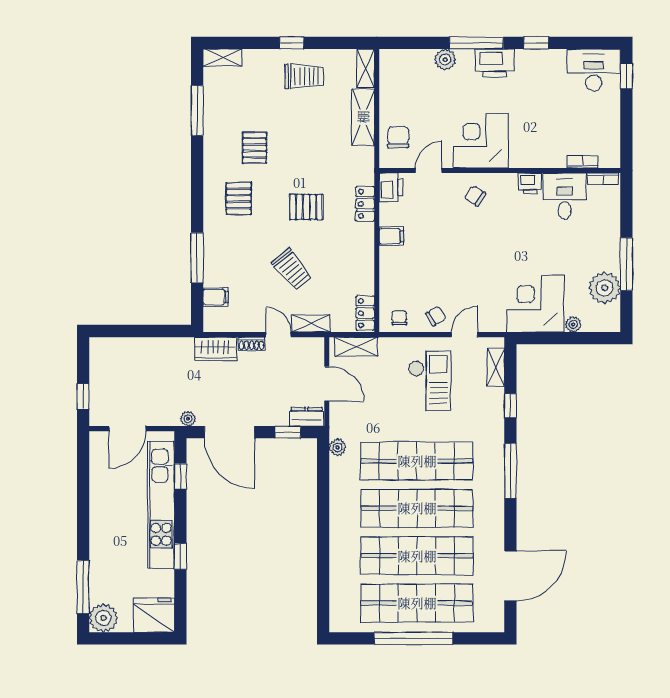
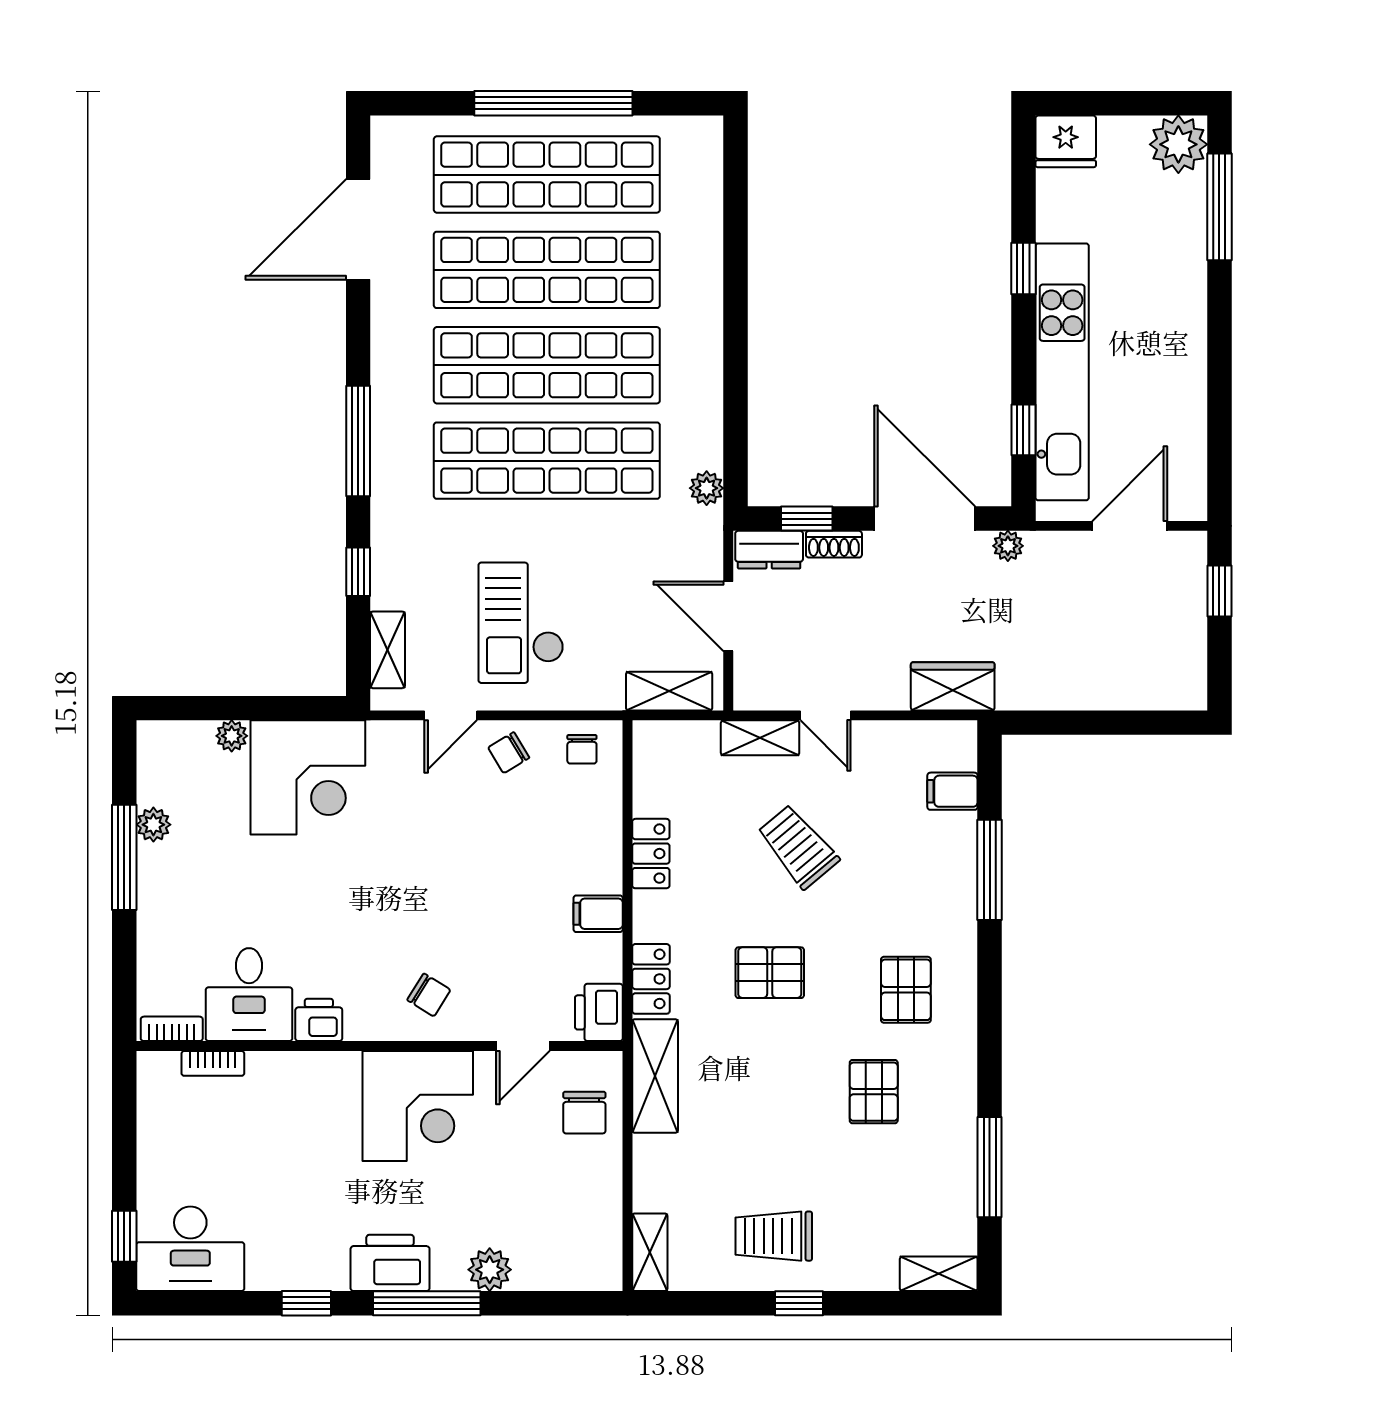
shelving: (363, 117) -> (655, 1076), moved
plant: (605, 288) -> (153, 825), width x0.53, depth x0.53
locker: (365, 313) -> (651, 854), moved
shoe rack: (252, 344) -> (834, 544), moved, turned 180
fridge: (154, 615) -> (1066, 141), width x0.73, depth x0.75

